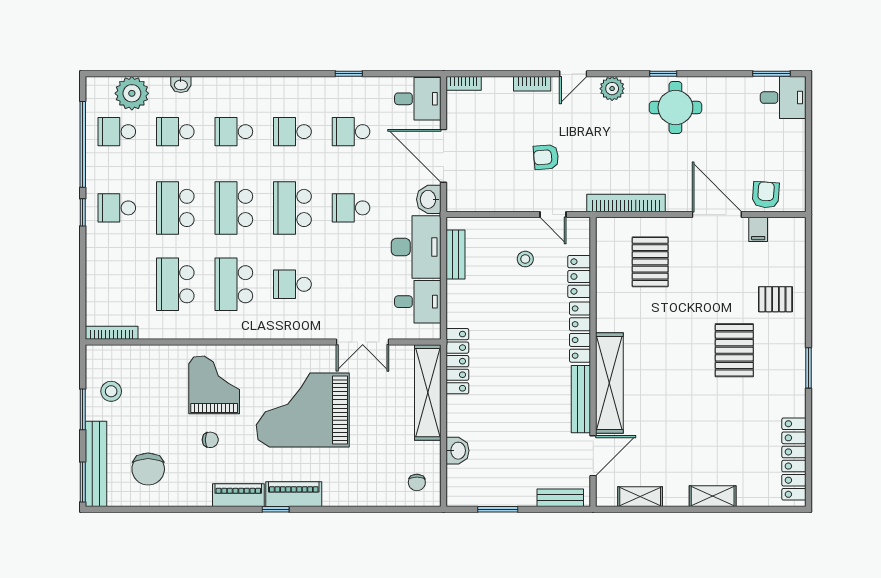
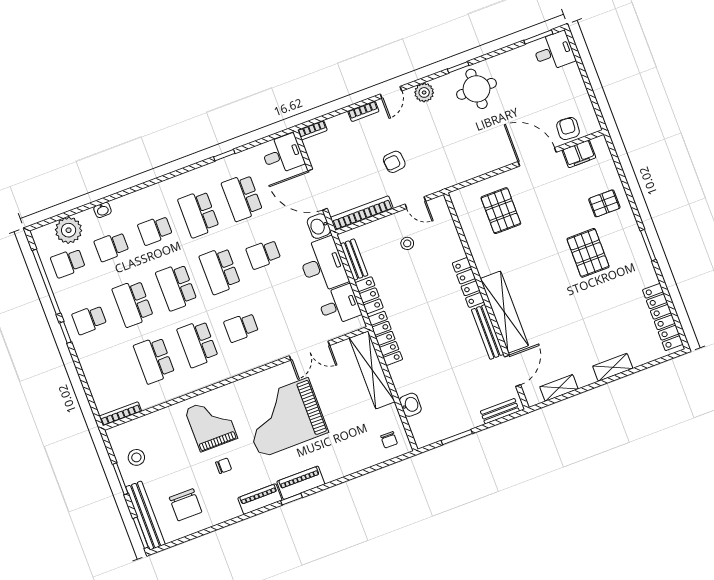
school desk: (292, 132) -> (199, 214), width x1.85
school desk: (351, 132) -> (242, 197), width x1.85
bookcase: (626, 203) -> (362, 213), moved
filing cabinet: (758, 229) -> (579, 154), width x2.00
locker: (579, 276) -> (369, 295), moved, turned 180

